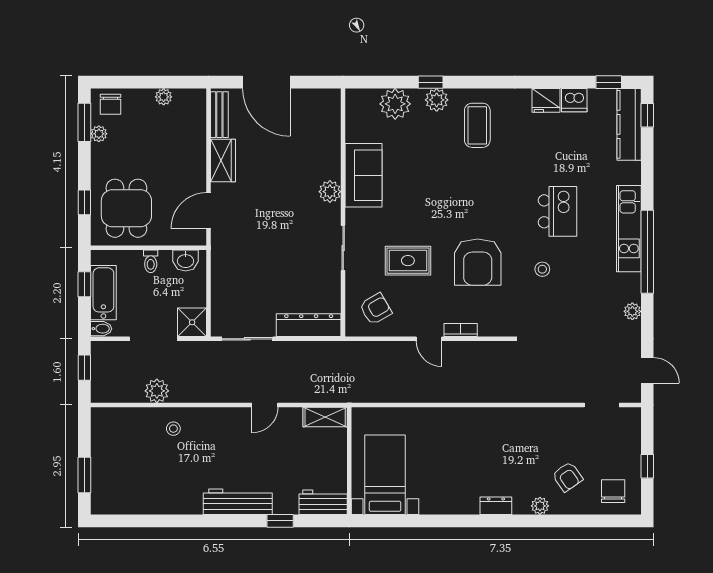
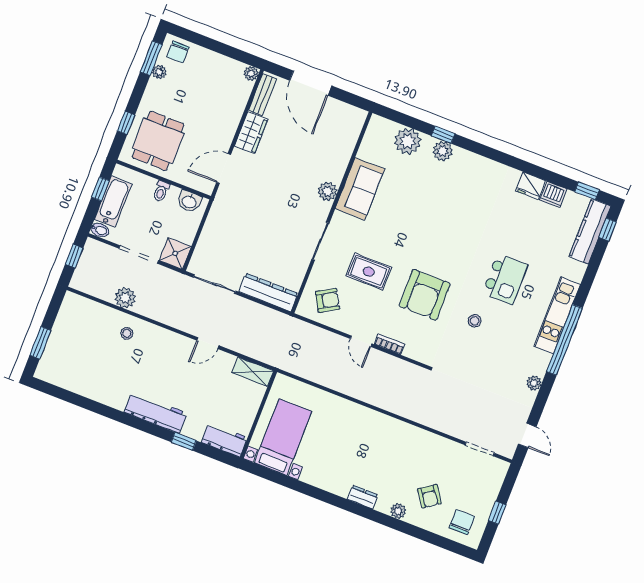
plant: (164, 97) -> (251, 73), moved
coffee table: (477, 125) -> (467, 184), removed

